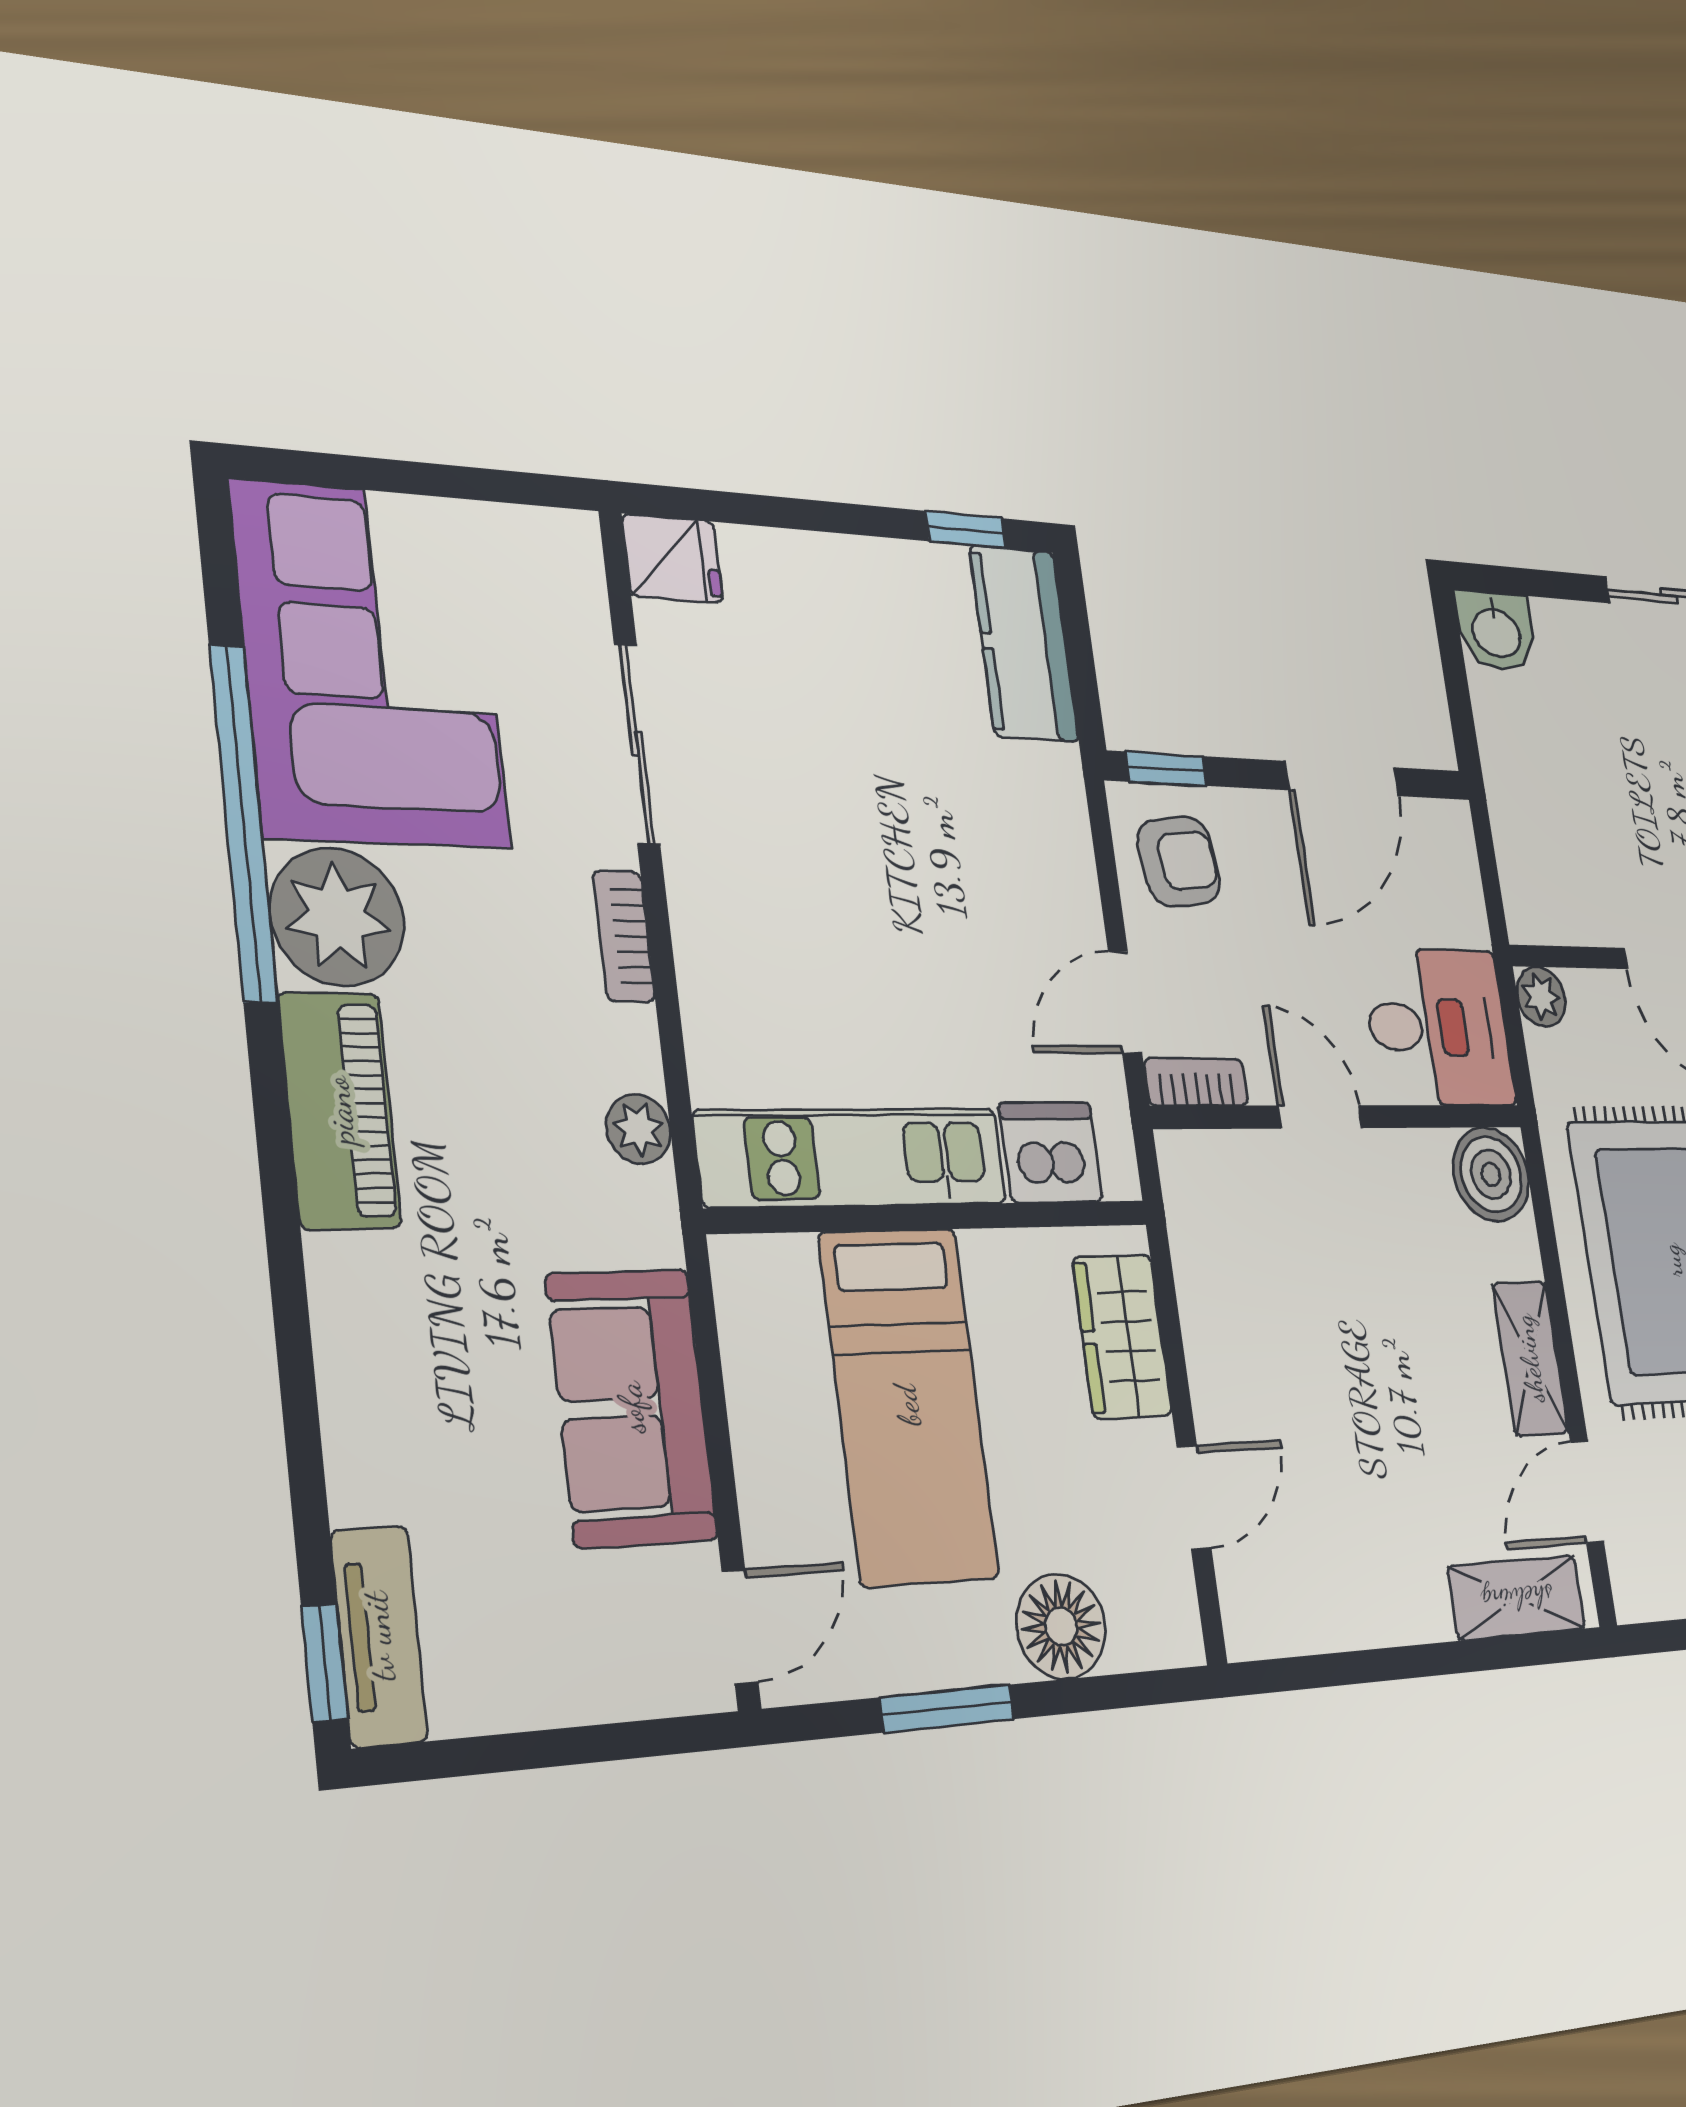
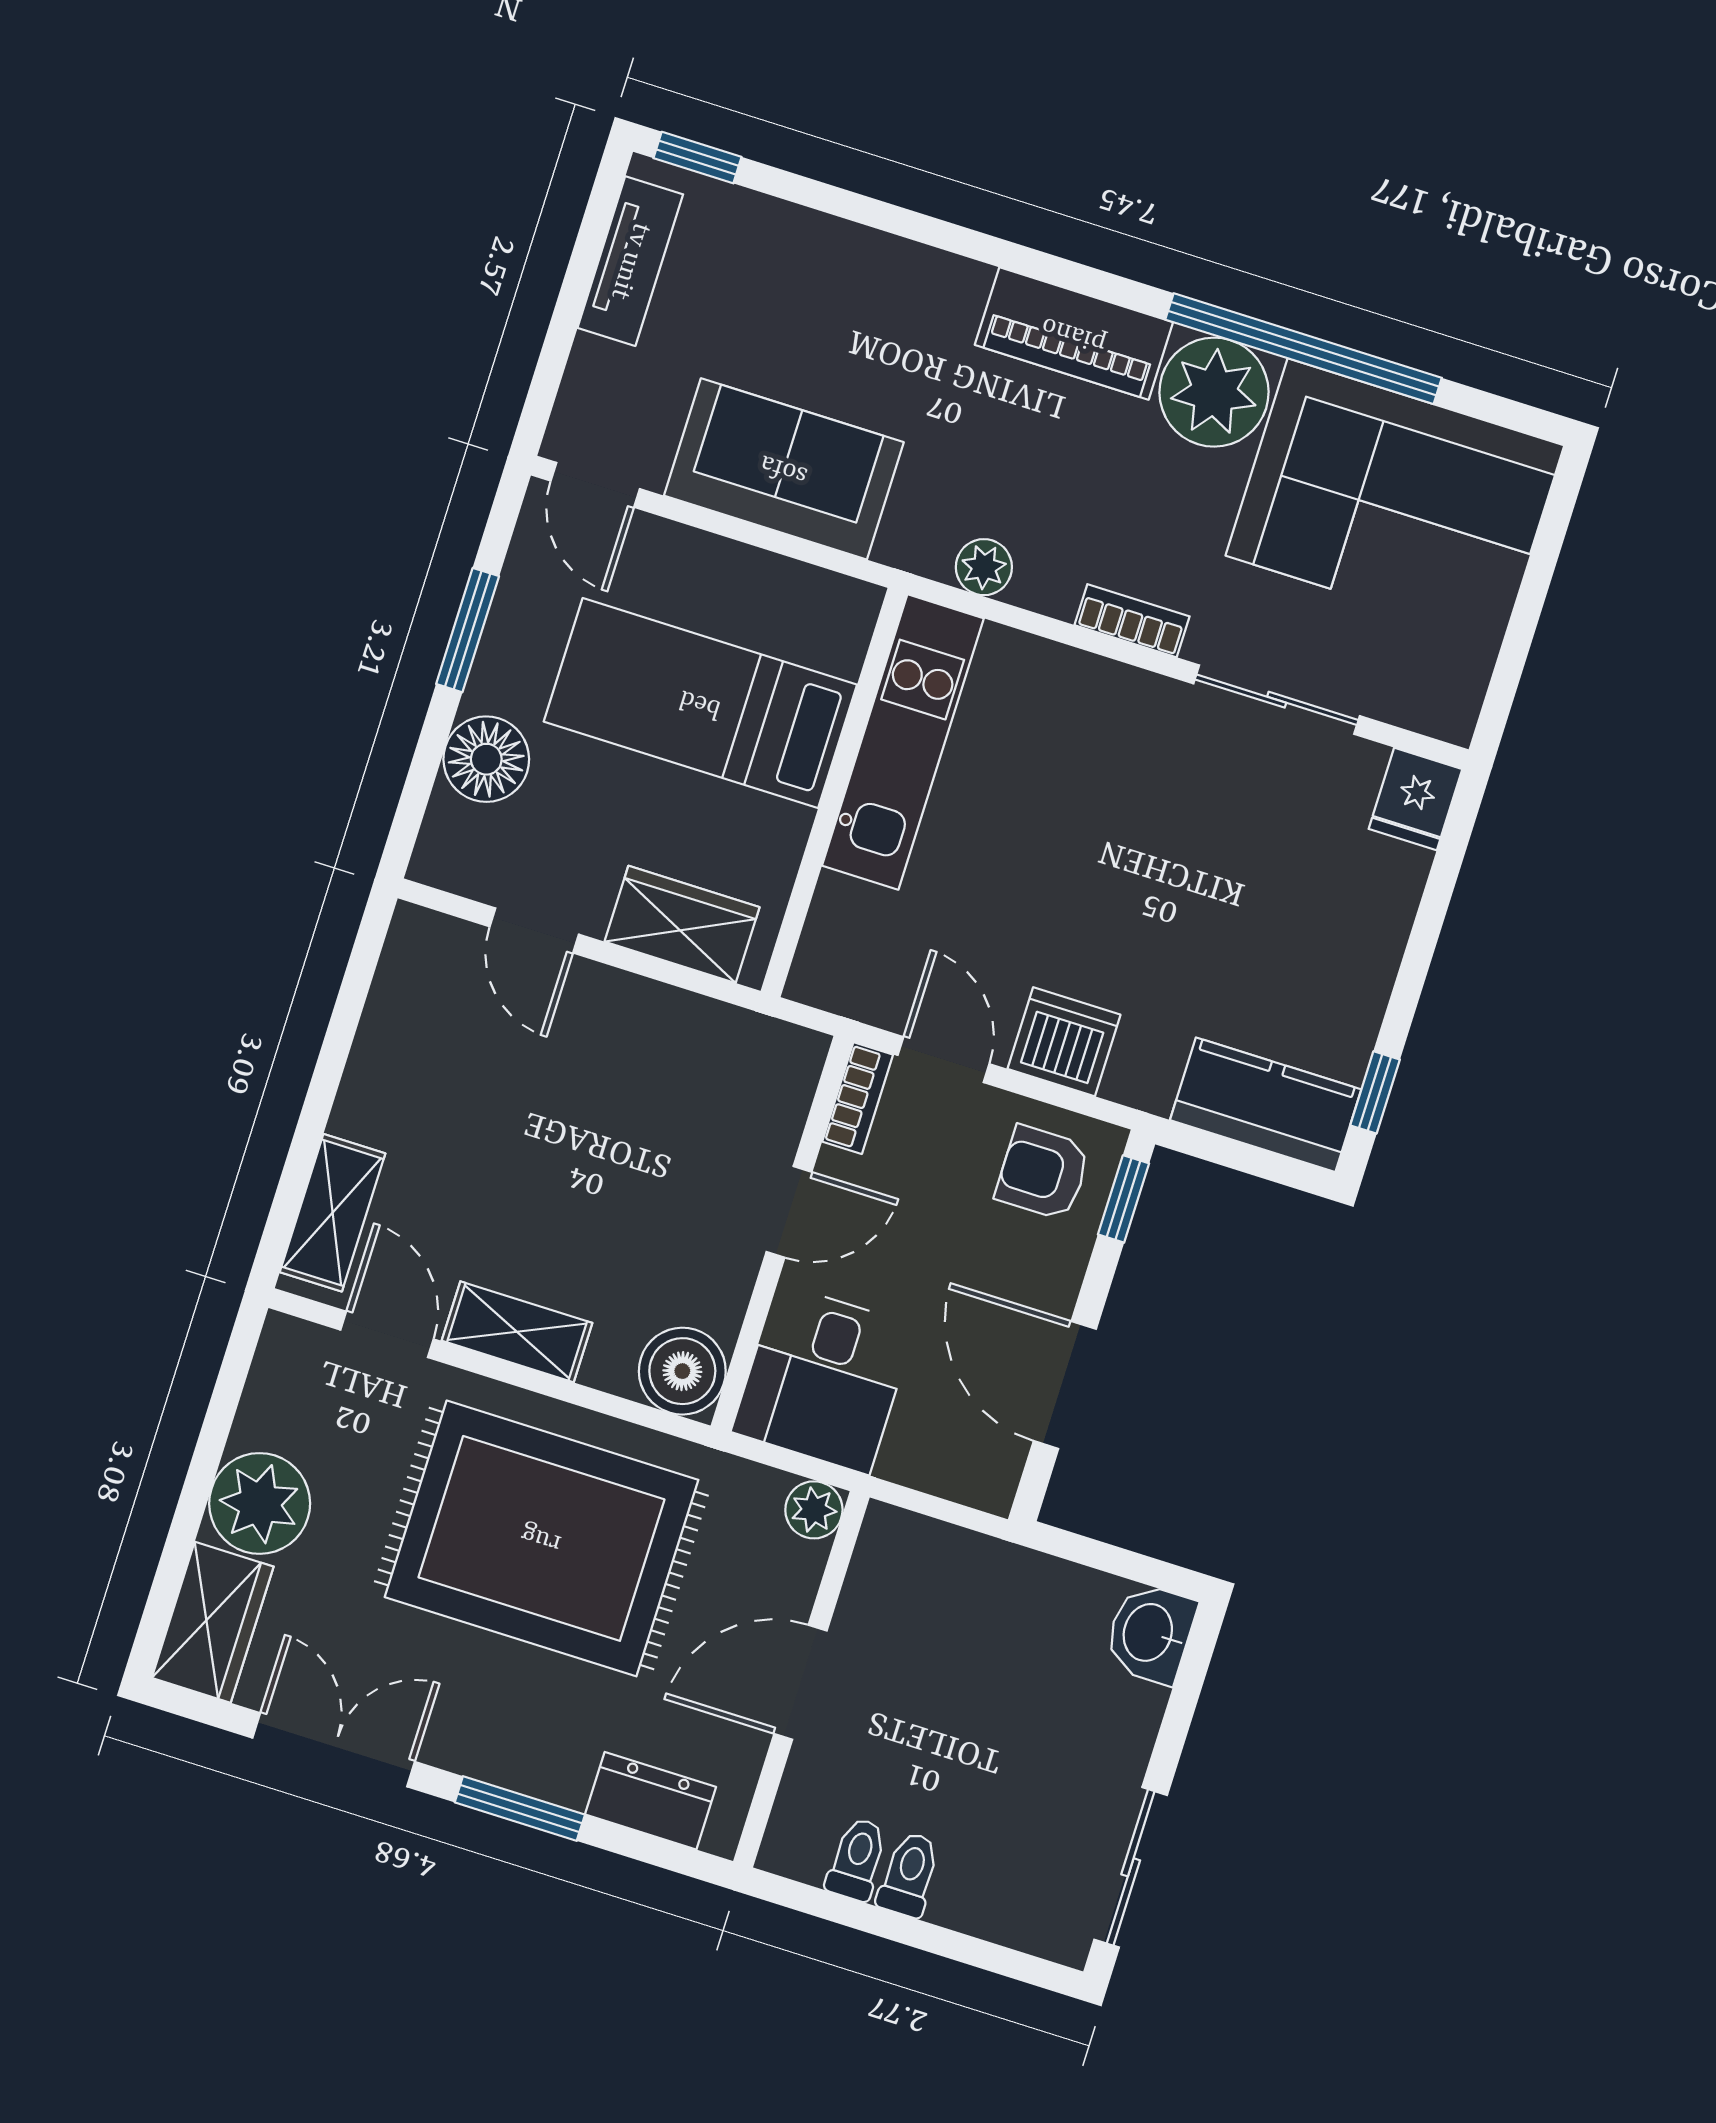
armchair: (1179, 861) -> (1043, 1173), turned 97
dishwasher: (1051, 1152) -> (1064, 1042), moved, turned -90
tv unit: (379, 1636) -> (630, 261), moved, turned -90

